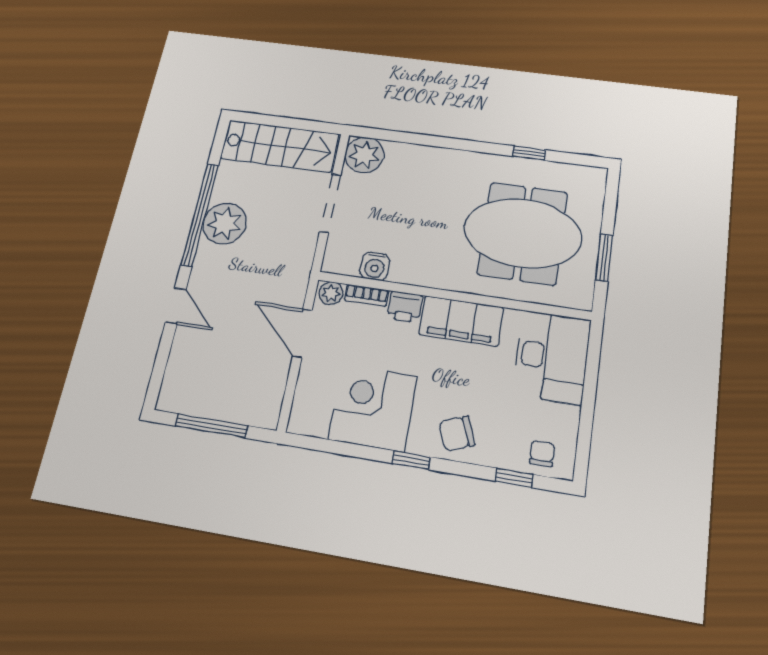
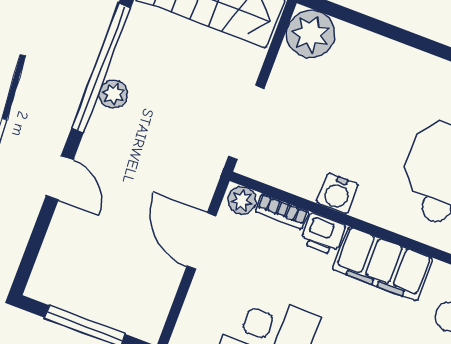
doorway: (330, 203) -> (246, 123), moved
plant: (225, 224) -> (114, 94), width x0.53, depth x0.53
water cooler: (375, 266) -> (337, 193), moved

